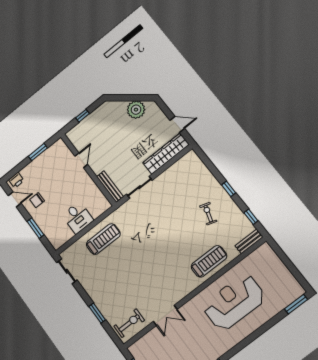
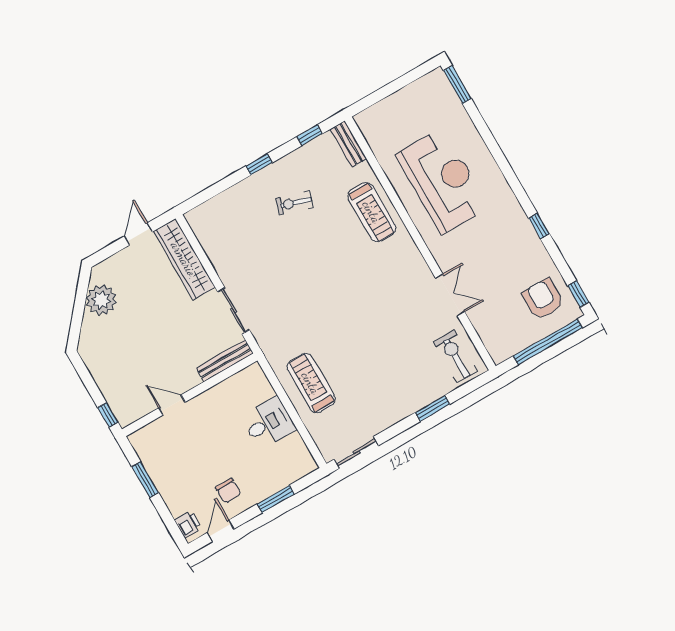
window: (82, 116) -> (108, 415), moved
treadmill: (209, 261) -> (372, 212), turned 180
reception desk: (234, 302) -> (442, 181), turned 180

